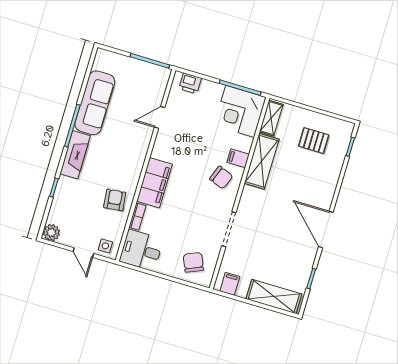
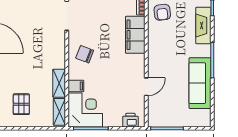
pallet: (314, 141) -> (21, 104), turned 90
fireplace: (75, 155) -> (203, 26), moved
filing cabinet: (238, 158) -> (76, 86), moved
shelving: (262, 161) -> (59, 83), width x0.67, depth x0.75

